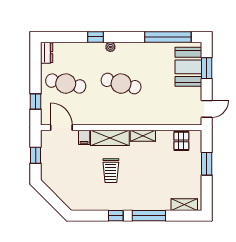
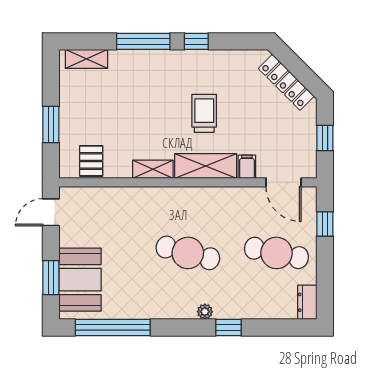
locker: (60, 190) -> (286, 82), added

